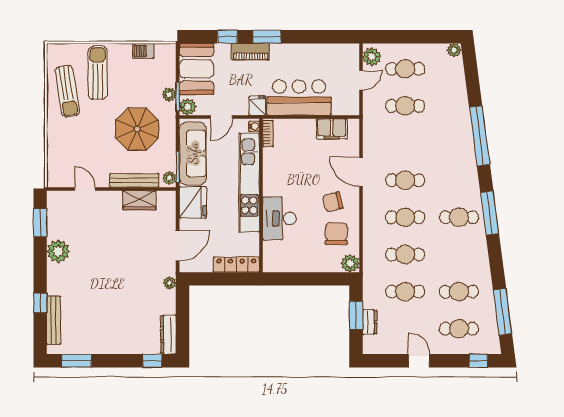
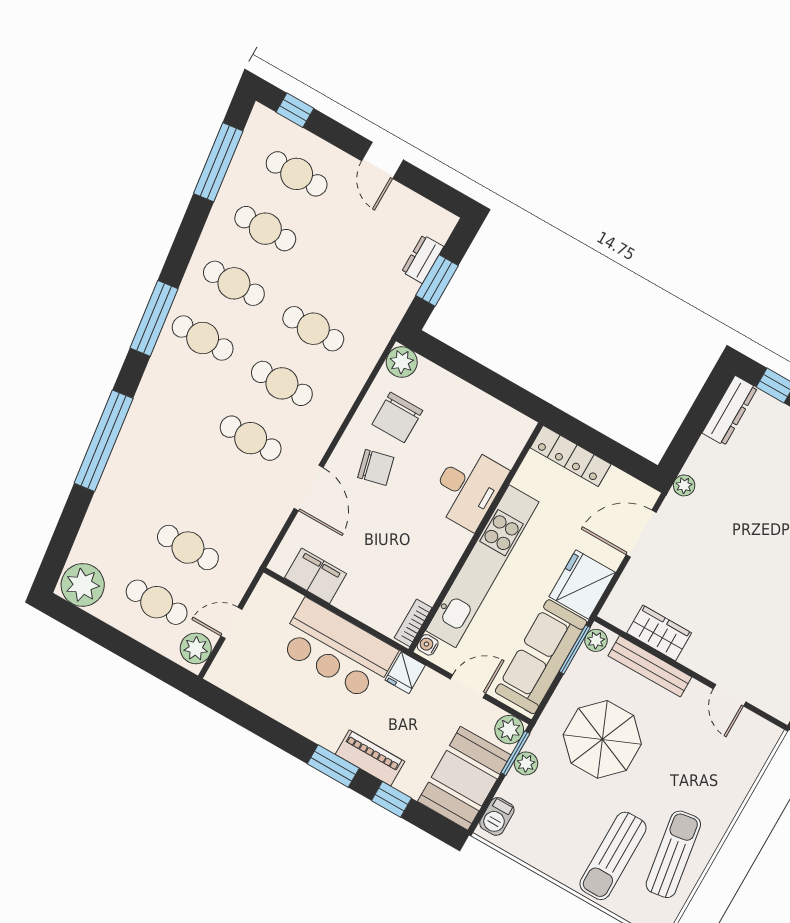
plant: (454, 50) -> (83, 585), width x1.88, depth x1.88
barbecue: (143, 51) -> (497, 816), moved, turned 90
cafe table: (405, 292) -> (234, 283), moved

